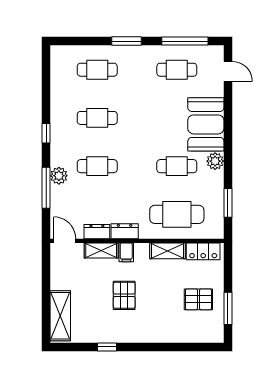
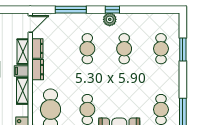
window: (126, 41) -> (183, 49), moved
plant: (59, 176) -> (110, 19), moved
shelving: (167, 251) -> (23, 91), moved

